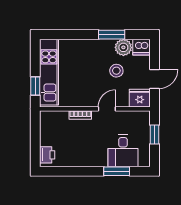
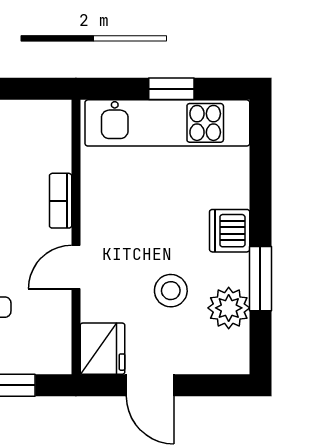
dishwasher: (141, 47) -> (230, 231), moved
window: (35, 86) -> (171, 89), moved
door: (107, 109) -> (76, 267), swing flipped

